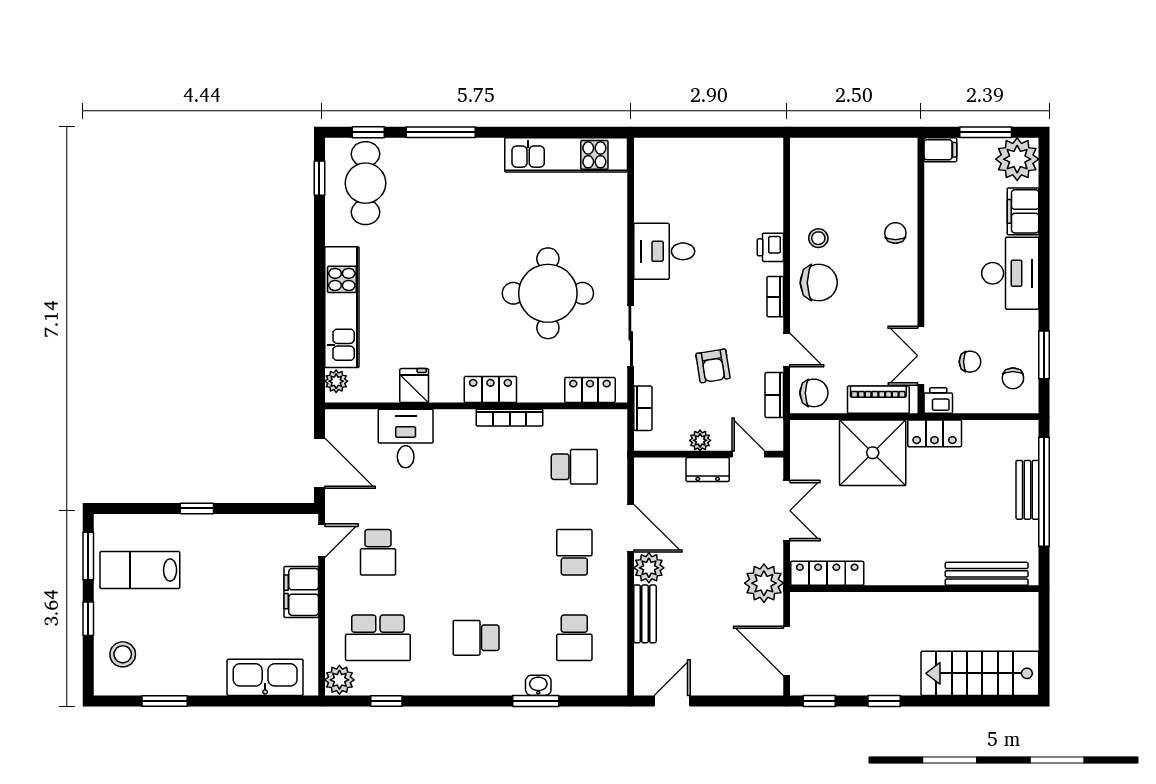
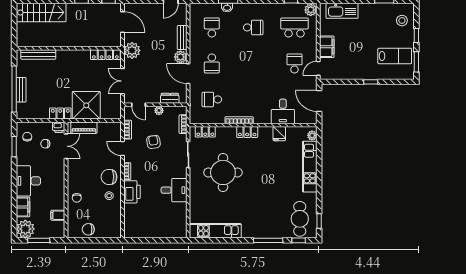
filing cabinet: (940, 150) -> (58, 215), moved
printer: (770, 247) -> (132, 192), width x1.87, depth x1.48
chair: (814, 393) -> (88, 229), moved
dresser: (708, 469) -> (170, 98), moved

